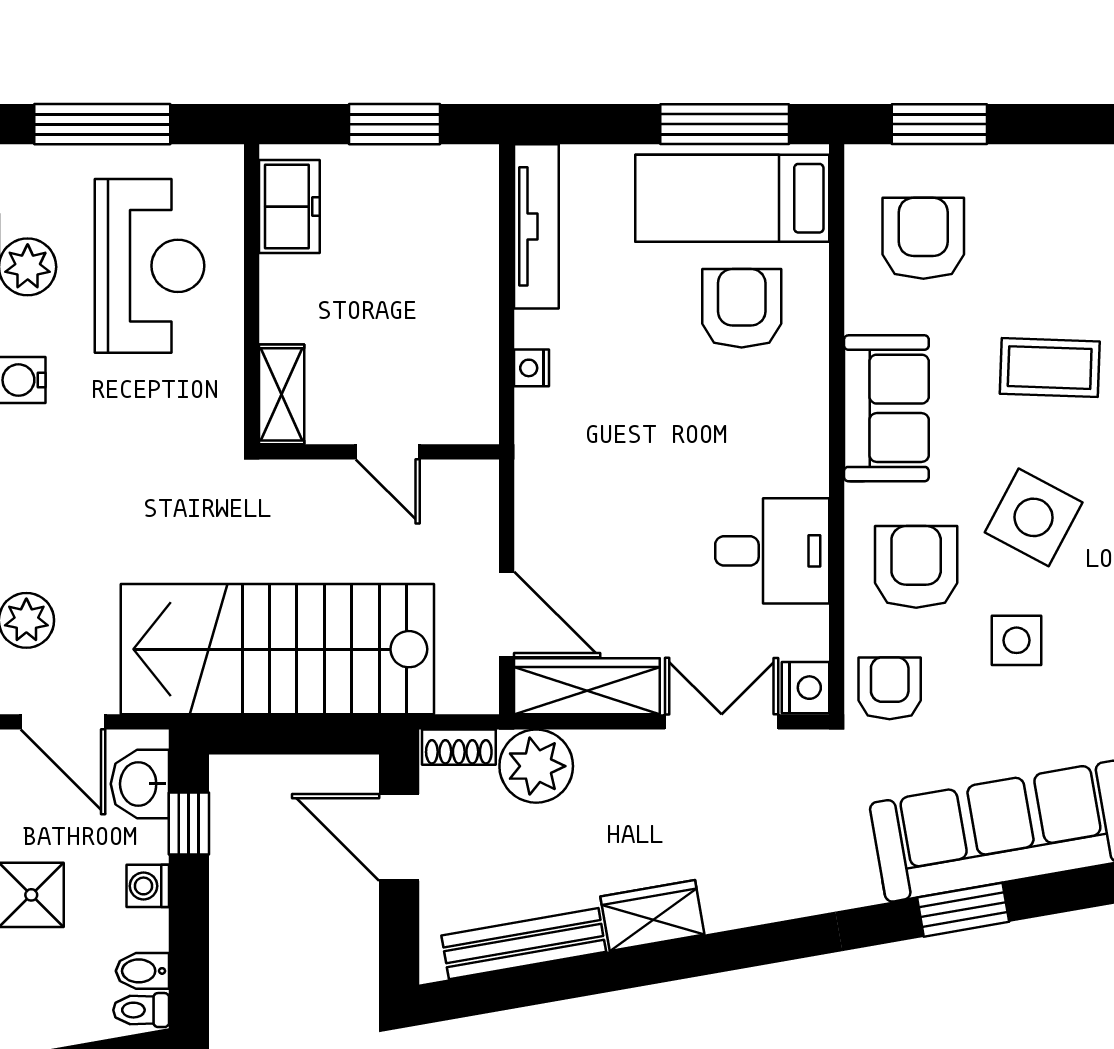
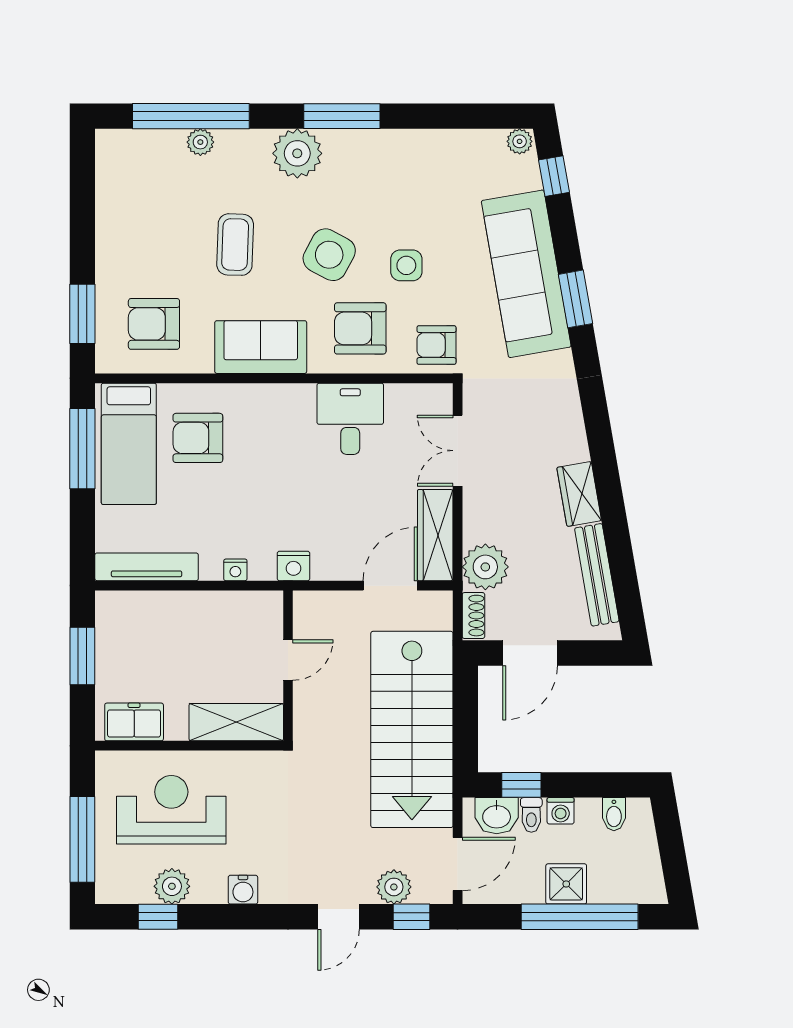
shelving: (282, 394) -> (236, 722), width x1.50, depth x1.33
nightstand: (806, 688) -> (293, 566), moved, turned 180
toilet: (141, 1010) -> (531, 815), moved

